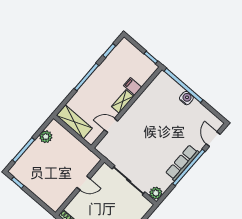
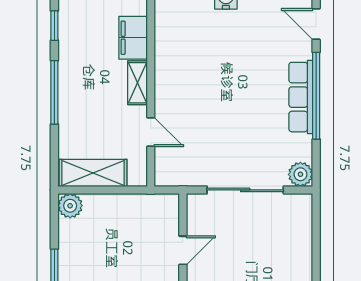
filing cabinet: (133, 86) -> (133, 38), width x2.00
door: (111, 125) -> (151, 132), swing flipped
plant: (46, 137) -> (70, 206), moved

